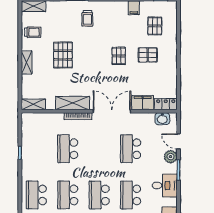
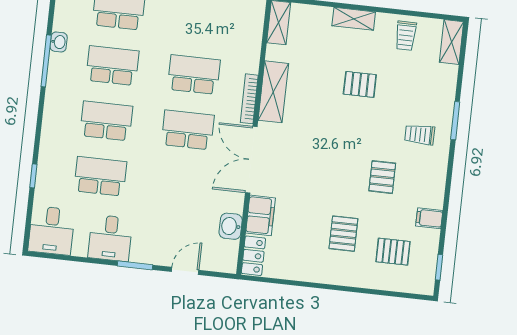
pallet: (63, 55) -> (360, 84), width x0.67, depth x0.71
pallet: (119, 56) -> (382, 177), moved, turned 90
double door: (112, 111) -> (251, 160), swing flipped
washbasin: (162, 119) -> (231, 226), moved
school desk: (131, 149) -> (188, 130), moved
plant: (171, 157) -> (160, 254), removed

